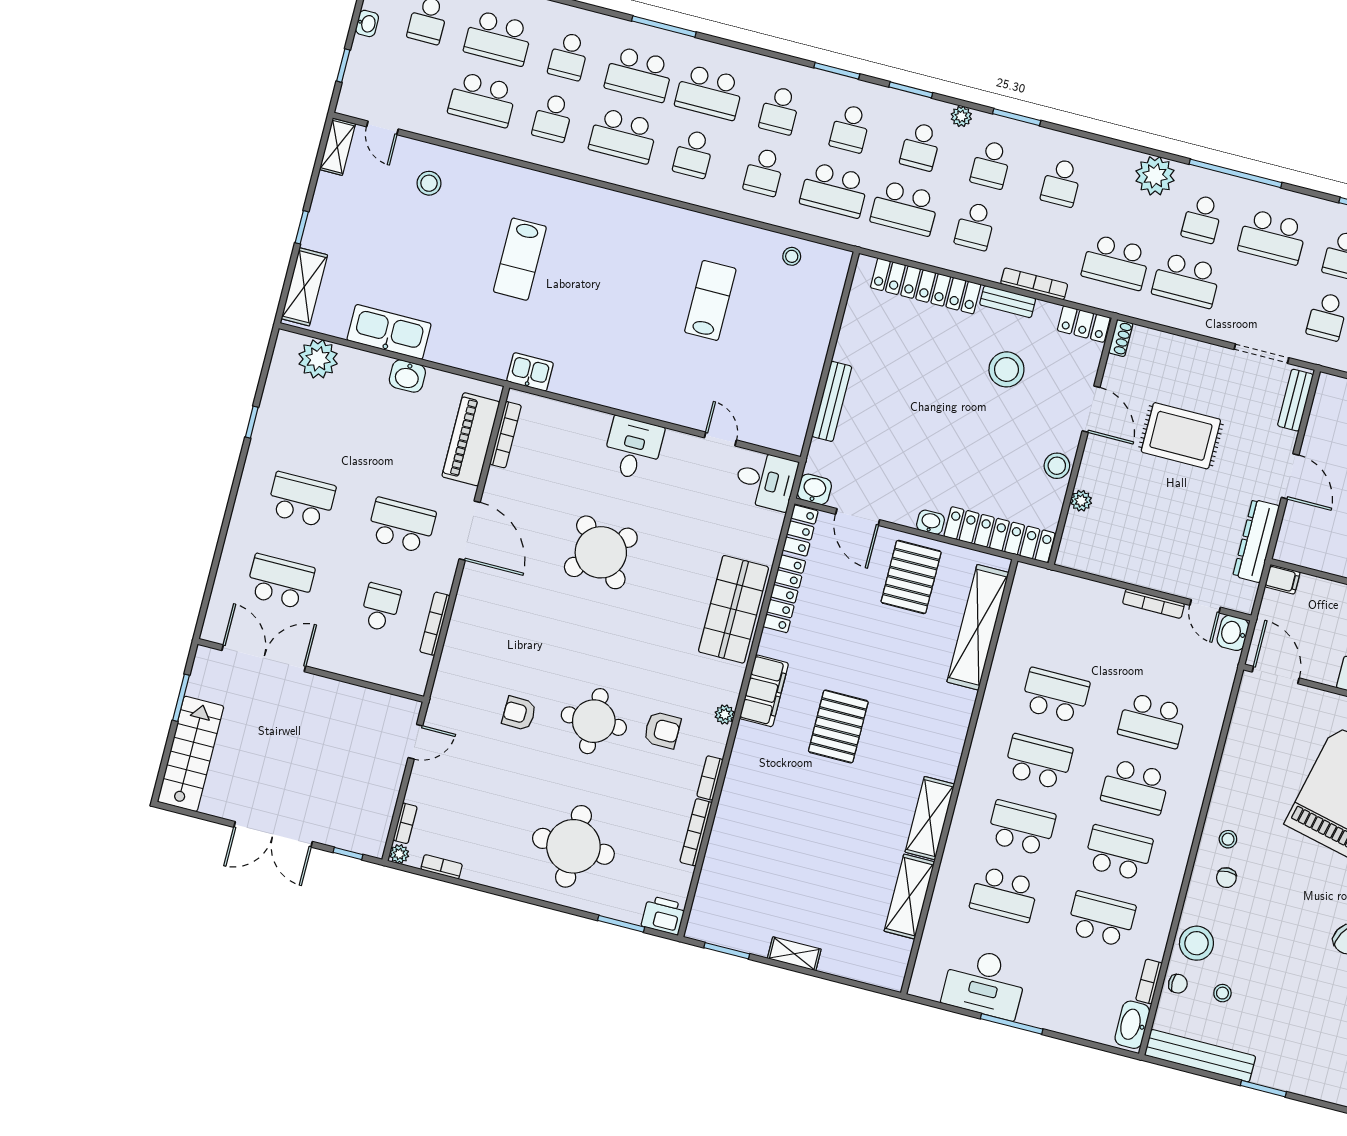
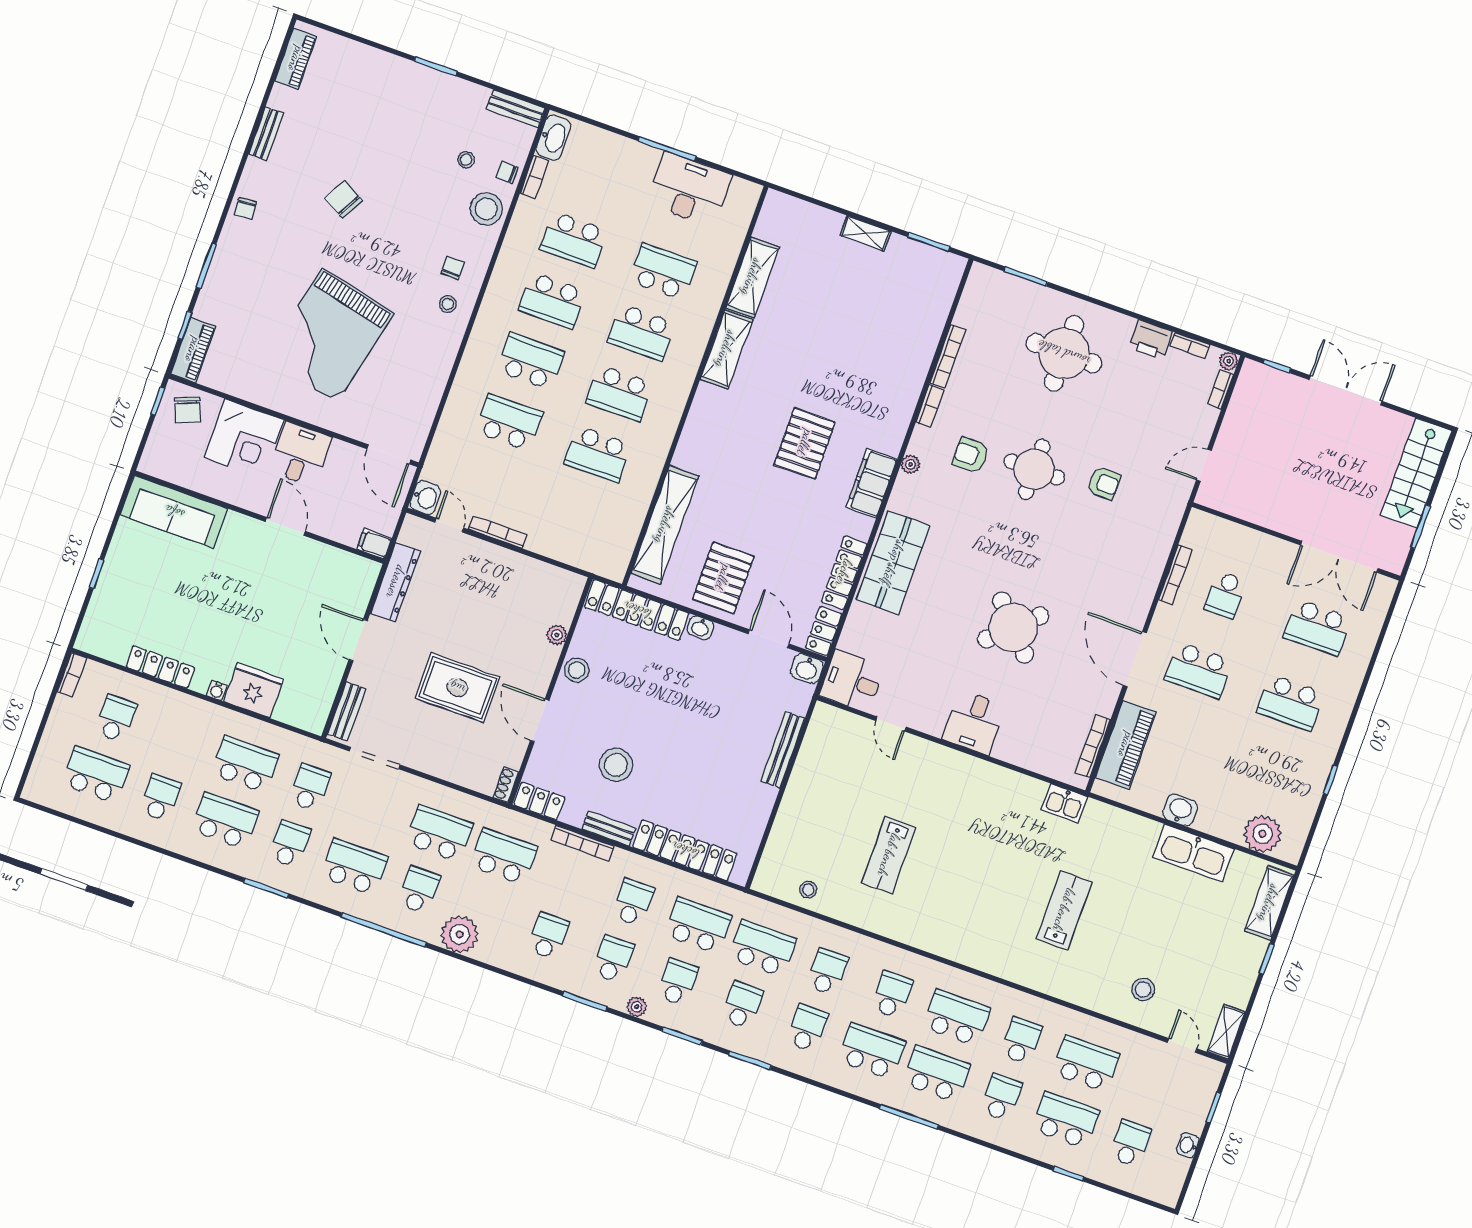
printer: (663, 915) -> (1151, 340), moved
bench: (1200, 1056) -> (516, 109), width x0.54, depth x0.82

